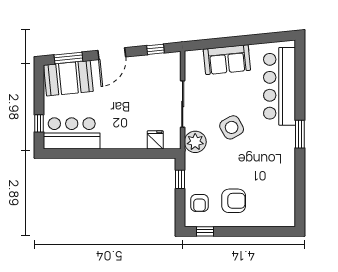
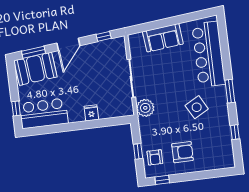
side table: (232, 127) -> (197, 107), moved
fridge: (155, 140) -> (91, 113), moved
window: (180, 179) -> (138, 151), moved
window: (300, 184) -> (235, 132), added

